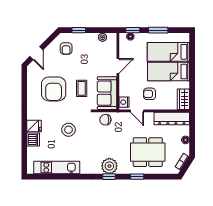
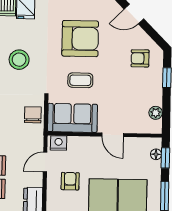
armchair: (54, 89) -> (80, 39), turned 180

